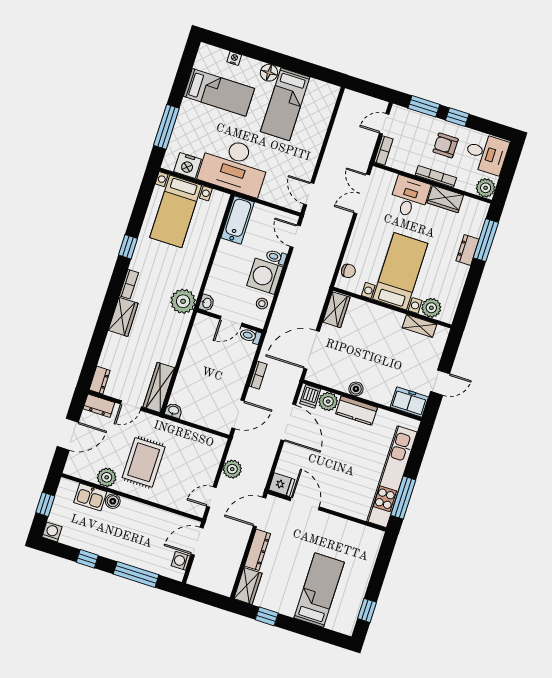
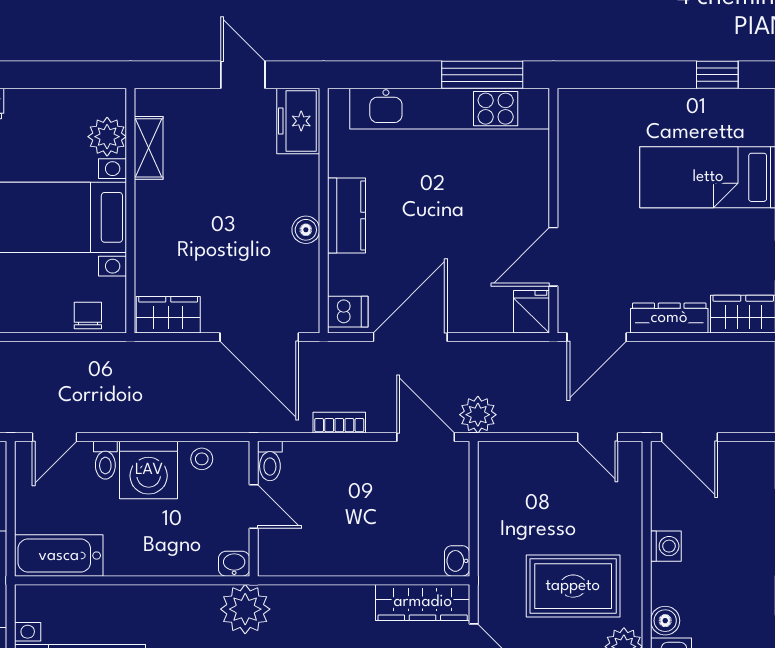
plant: (328, 401) -> (346, 275), removed
plant: (232, 469) -> (478, 415), moved
door: (260, 512) -> (597, 337), hinge flipped
washing machine: (181, 561) -> (666, 546), moved, turned -90

